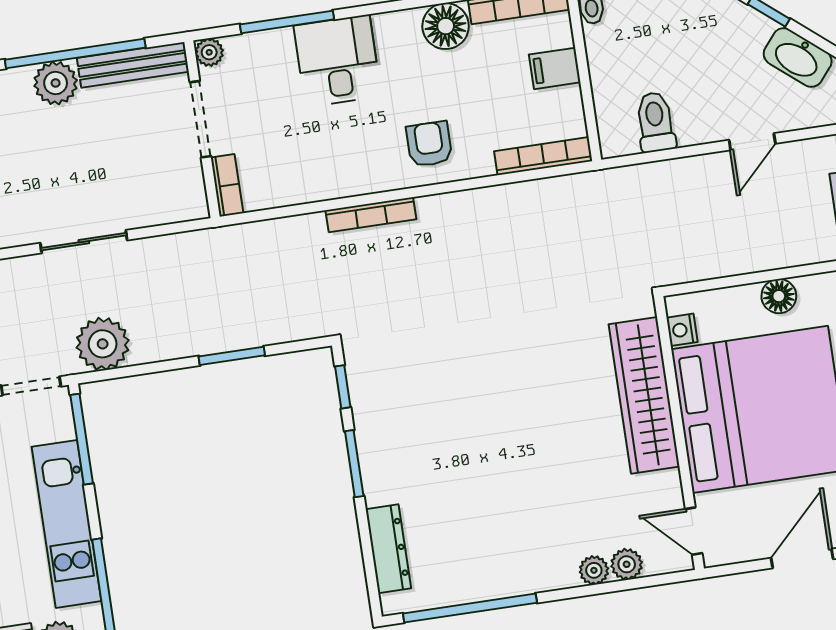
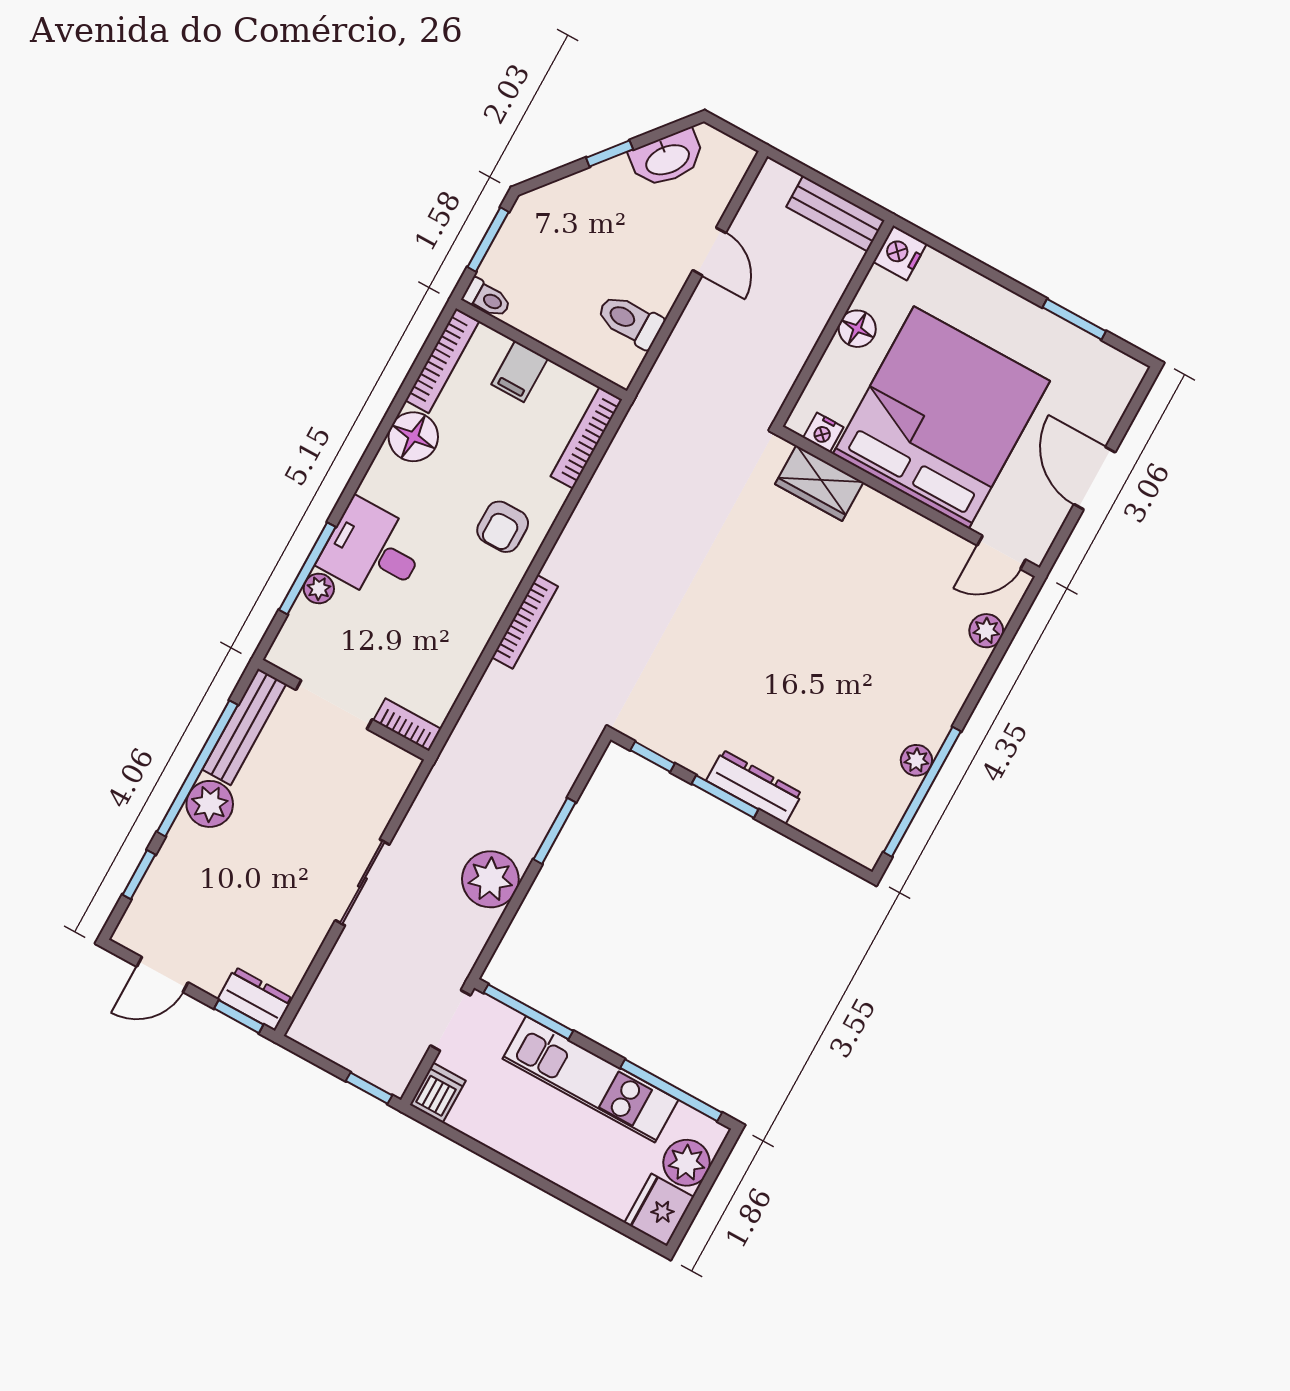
plant: (209, 52) -> (319, 588), moved
armchair: (429, 144) -> (503, 527), turned -90
plant: (103, 344) -> (490, 879), moved
wardrobe: (644, 395) -> (819, 483), width x0.48, depth x0.85
dresser: (388, 549) -> (754, 787), moved
plant: (594, 570) -> (916, 760), moved

